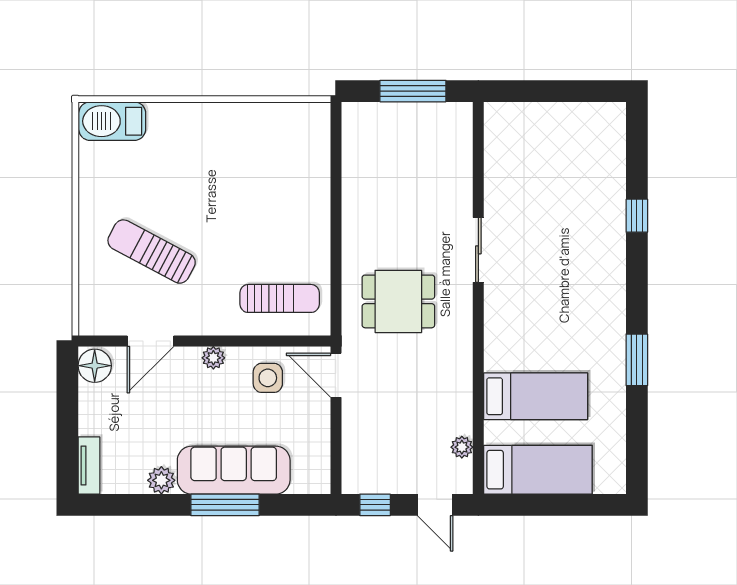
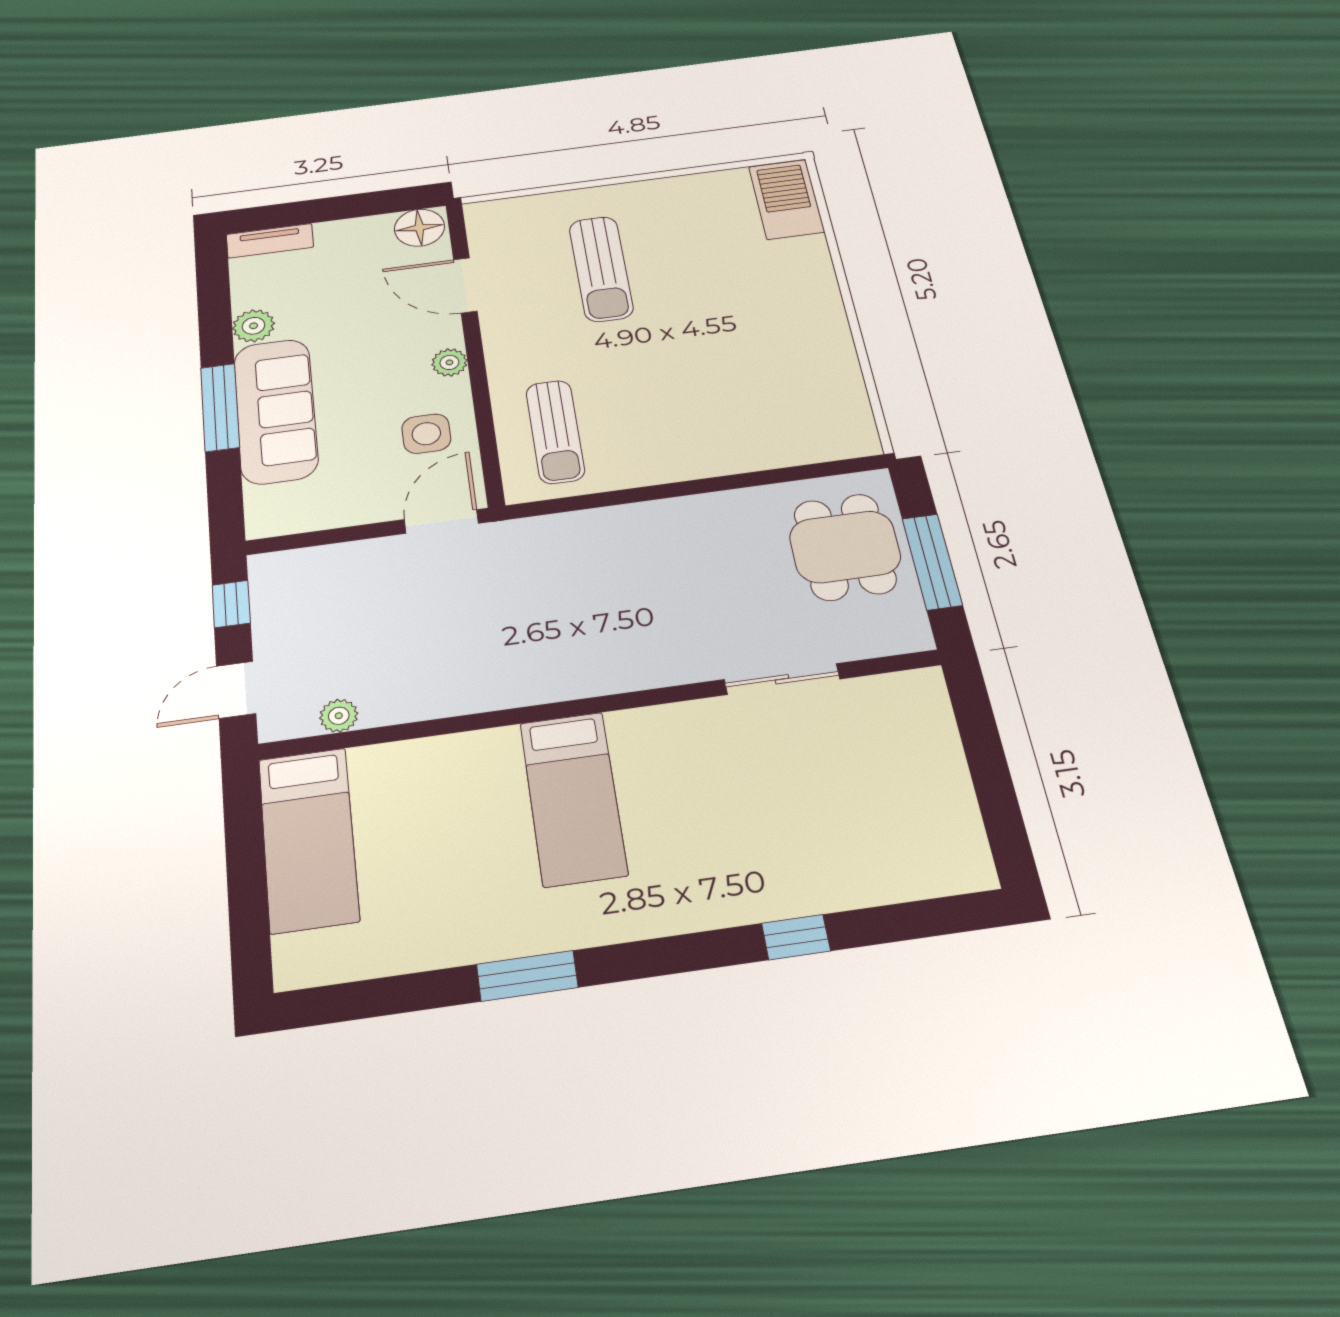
sliding door: (478, 250) -> (782, 679), moved
sun lounger: (152, 252) -> (601, 269), turned 152
dining table: (398, 301) -> (845, 547), moved
bed: (536, 396) -> (573, 798), moved

